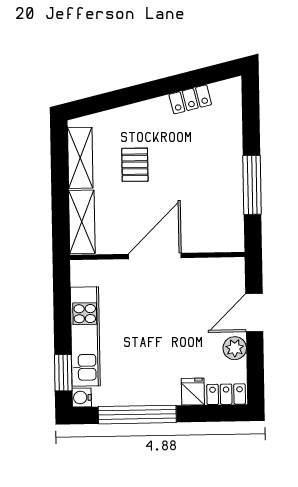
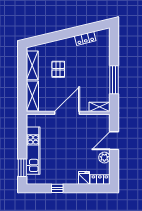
shelving: (223, 242) -> (99, 107), added
water cooler: (82, 397) -> (31, 180), removed
window: (137, 415) -> (57, 188), width x0.32

